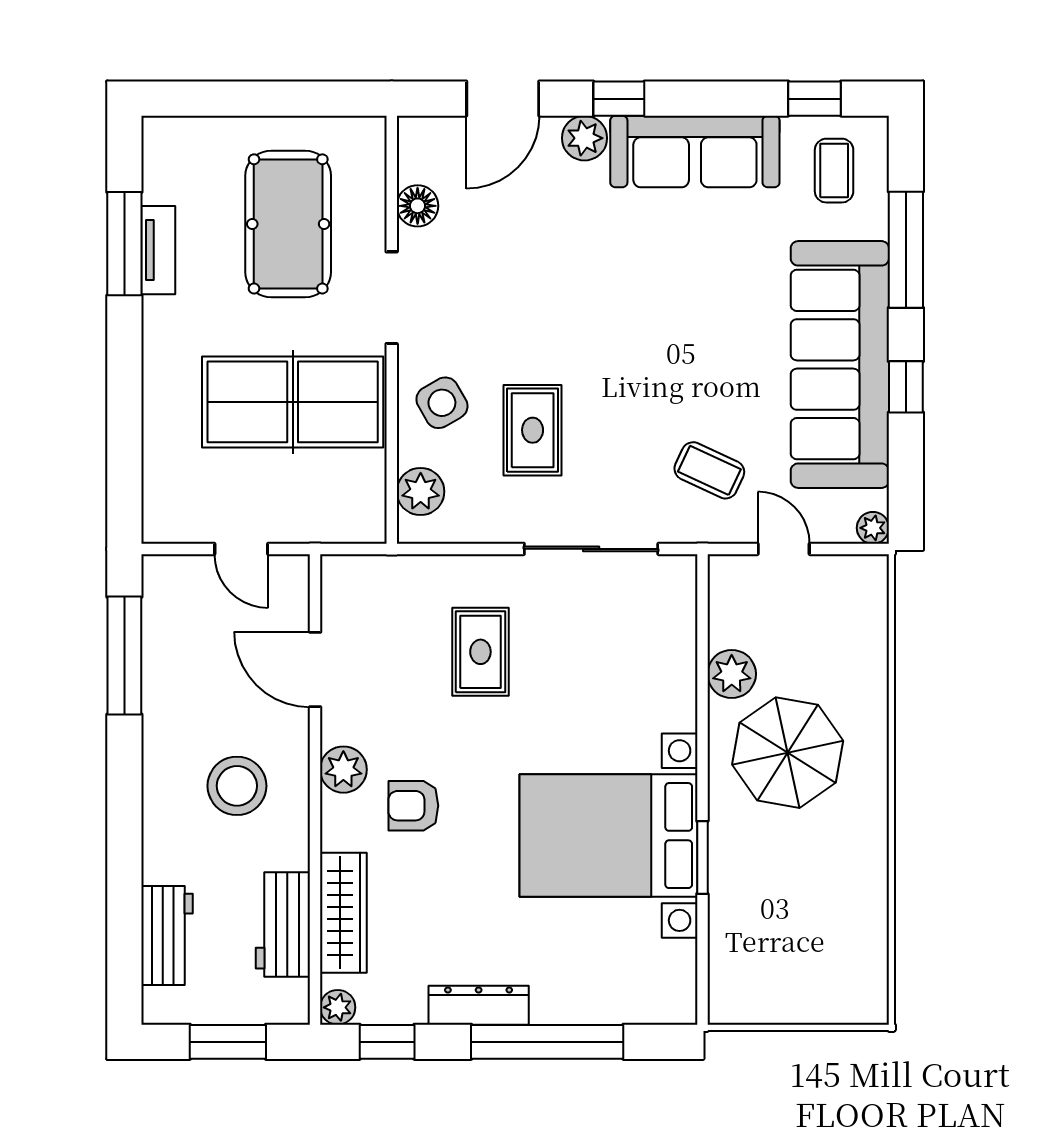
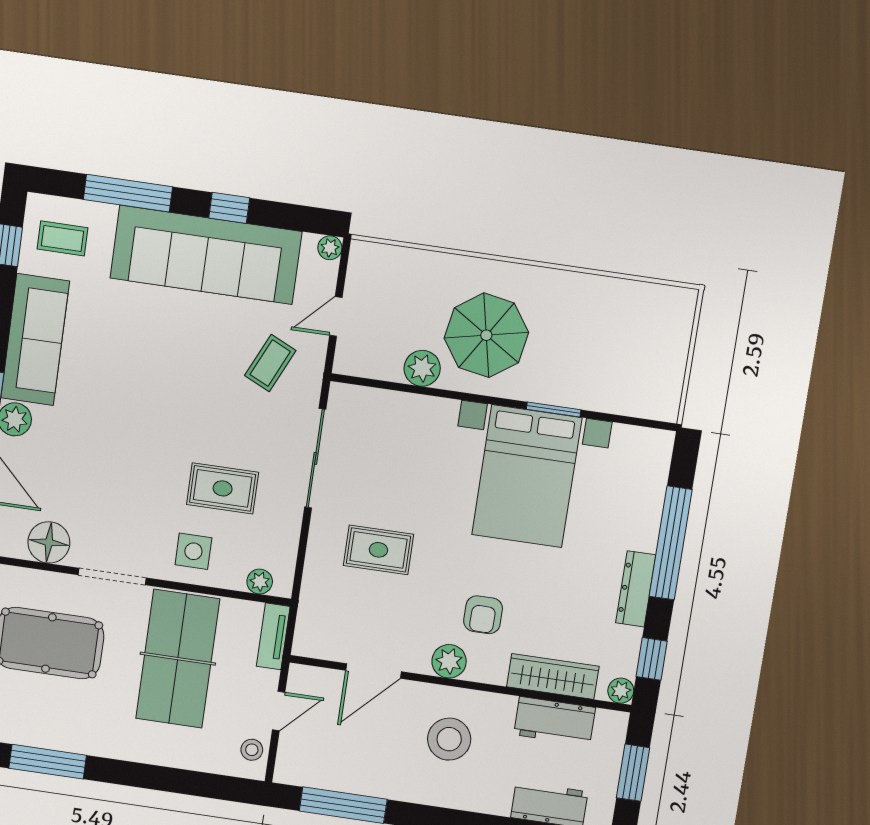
floor lamp: (418, 206) -> (49, 542), width x1.38, depth x1.38
tv unit: (158, 250) -> (273, 636), moved, turned -90
side table: (442, 403) -> (193, 551), turned 30
plant: (421, 492) -> (260, 582), width x0.73, depth x0.73
stool: (182, 520) -> (252, 750), added

